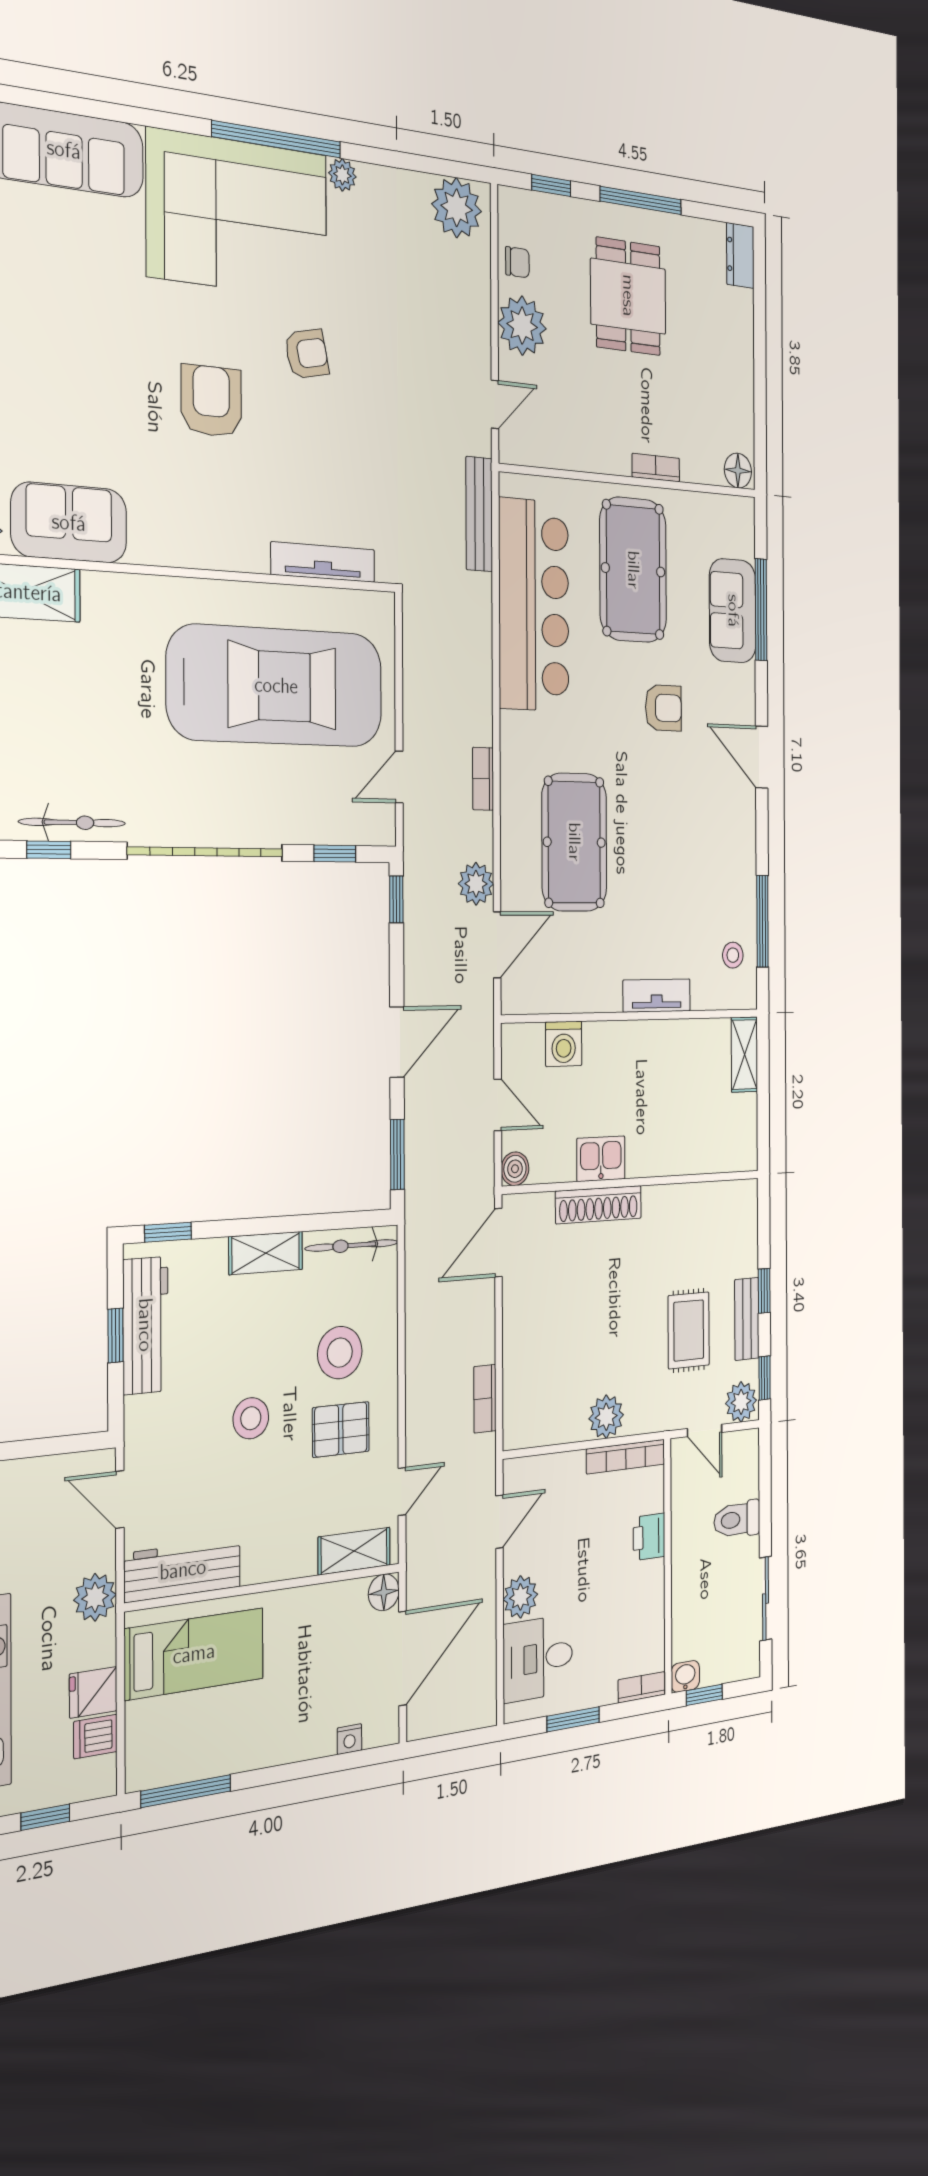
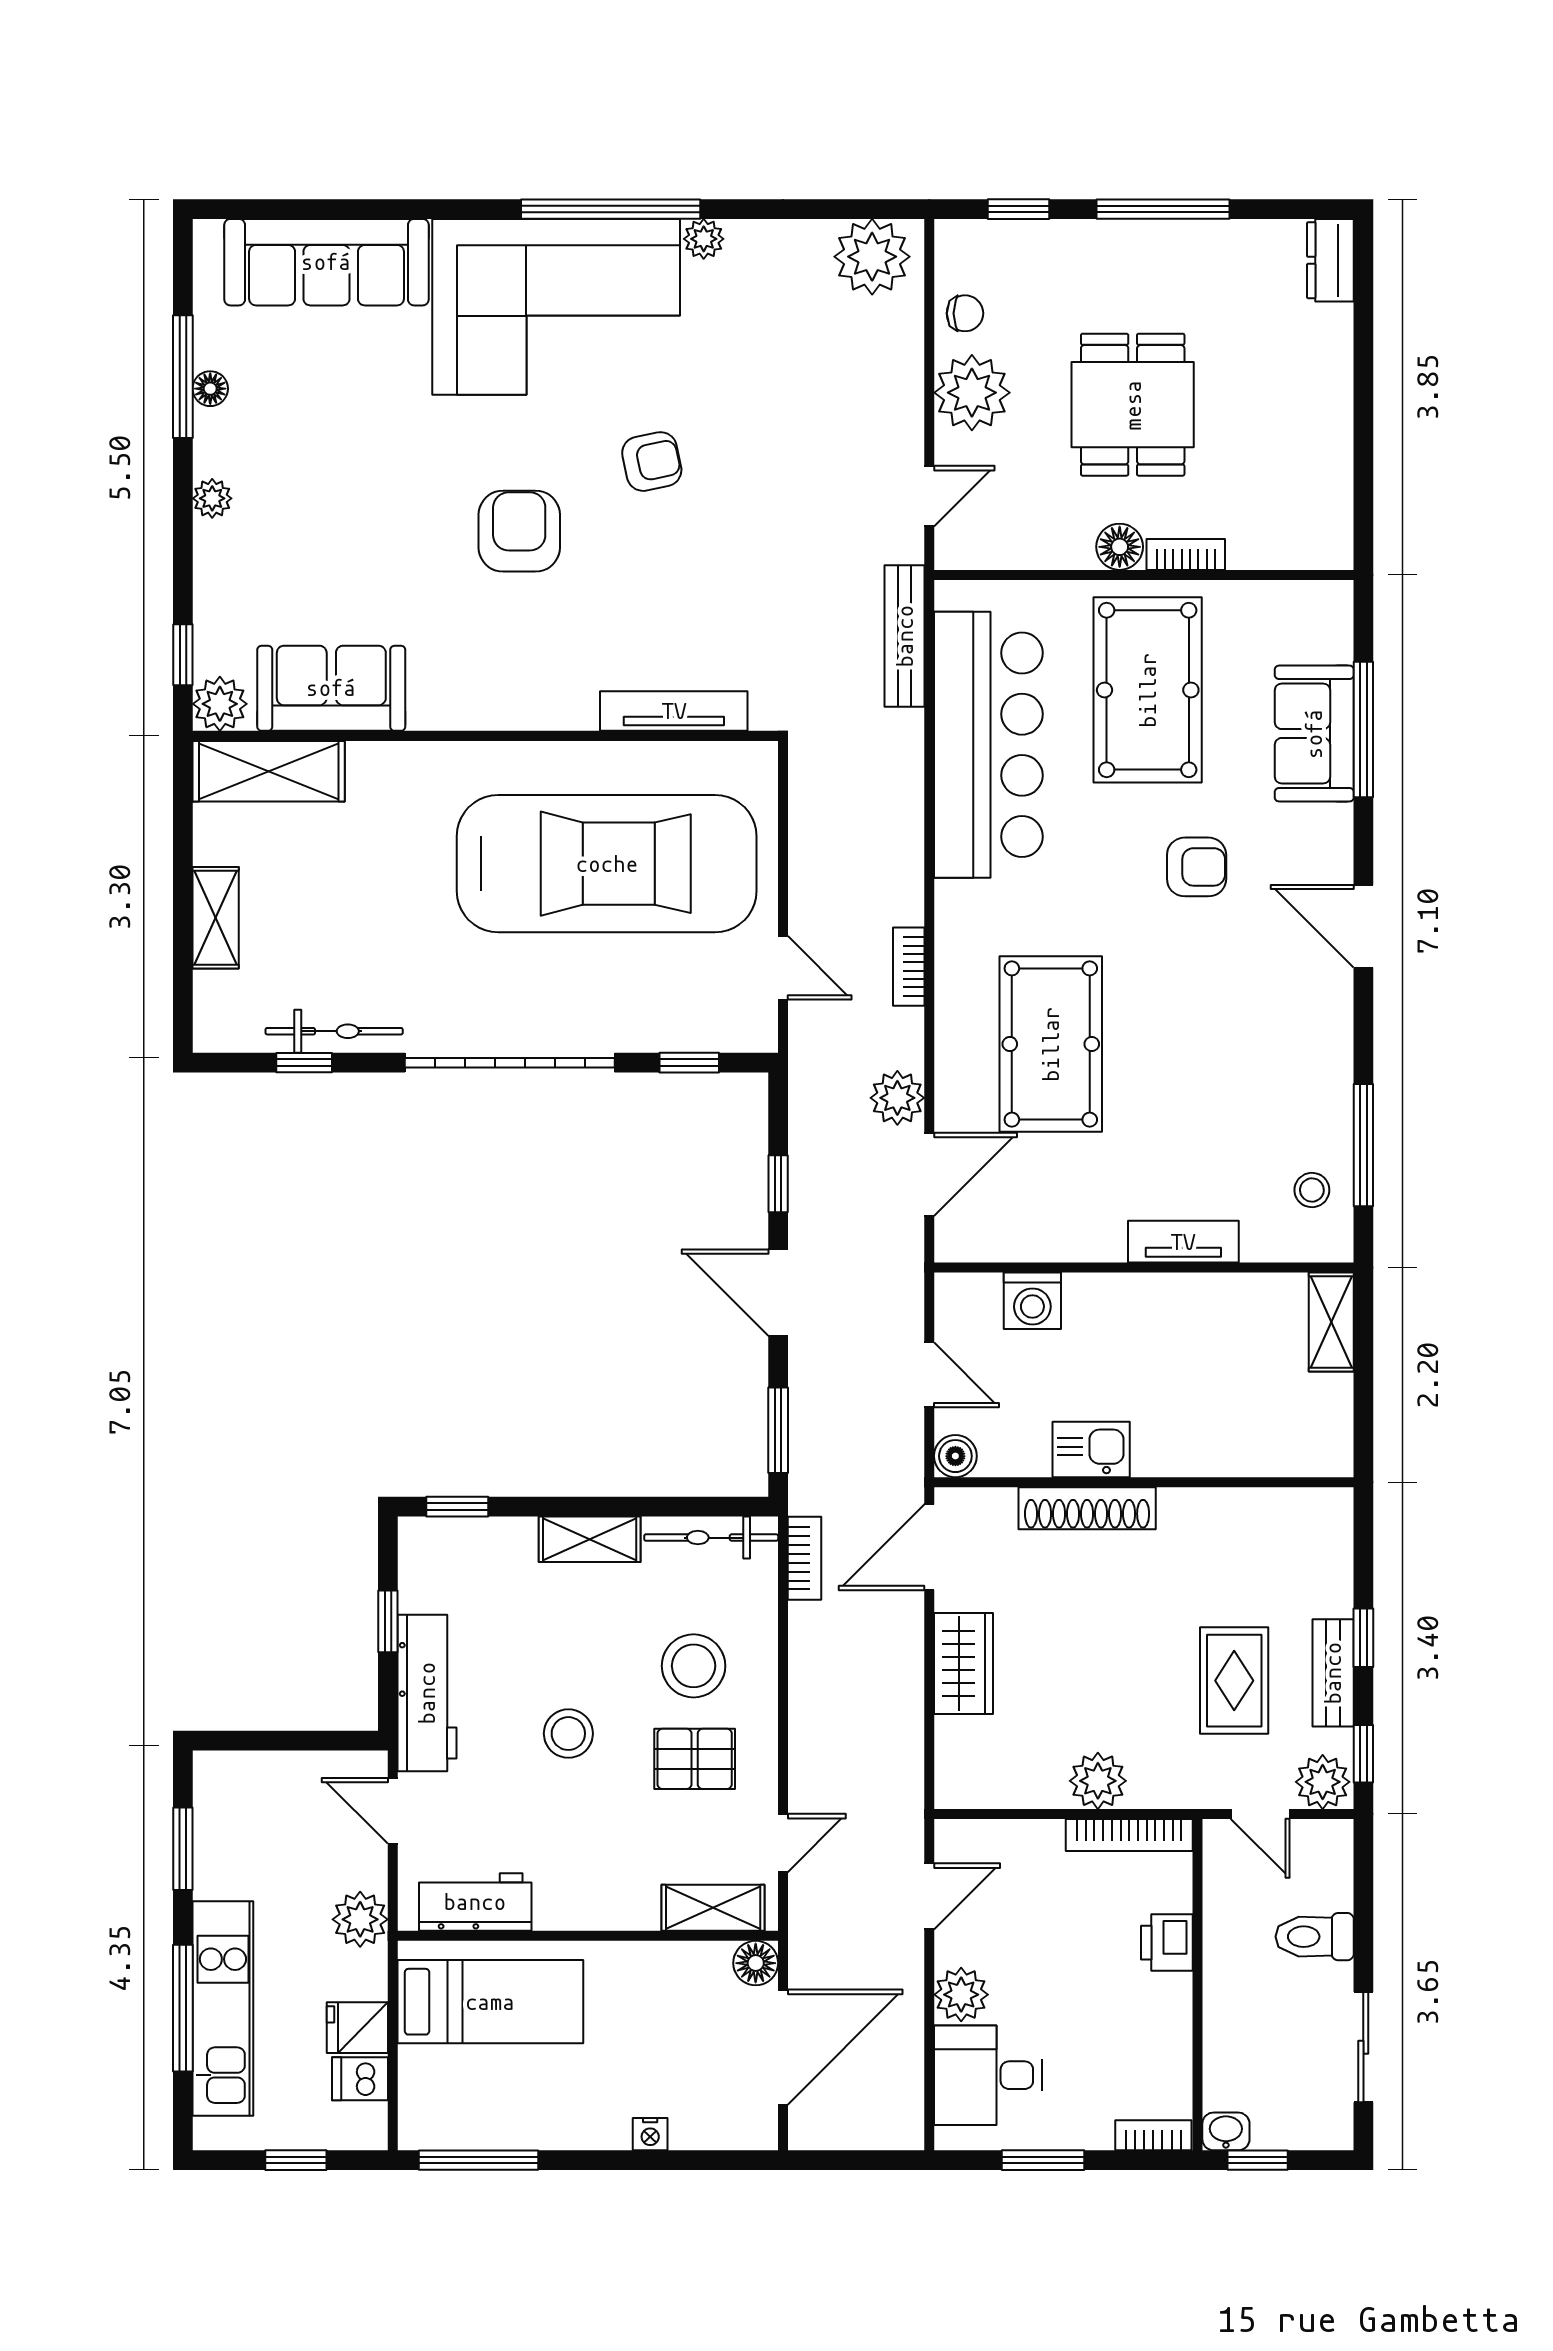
dining table: (628, 296) -> (1133, 405), moved
floor lamp: (738, 471) -> (1120, 547), moved
door: (399, 777) -> (783, 968), swing flipped
window: (396, 899) -> (778, 1184), moved
door: (397, 1042) -> (778, 1293), swing flipped
workbench: (145, 1325) -> (427, 1693), moved
wardrobe: (521, 1333) -> (963, 1663), added
bookcase: (485, 1399) -> (804, 1558), moved, turned 180
workbench: (183, 1570) -> (475, 1902), width x0.73
nightstand: (349, 1739) -> (650, 2134), moved

